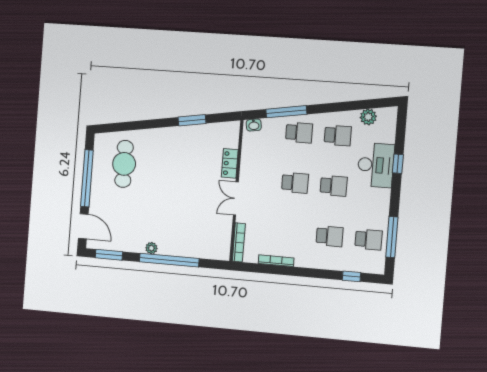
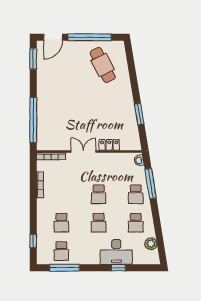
cafe table: (124, 164) -> (103, 65), turned 63
plant: (151, 248) -> (41, 91), removed
window: (169, 260) -> (33, 120), moved

